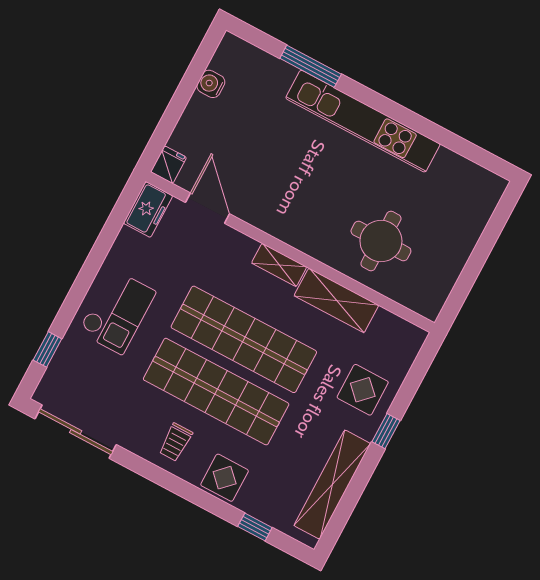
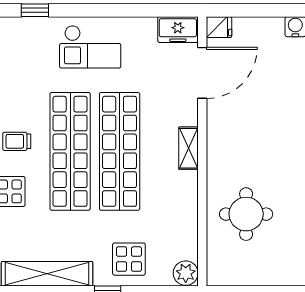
door: (207, 208) -> (202, 73), width x1.36
shelving: (336, 300) -> (185, 204), removed
plant: (409, 338) -> (186, 273), added

